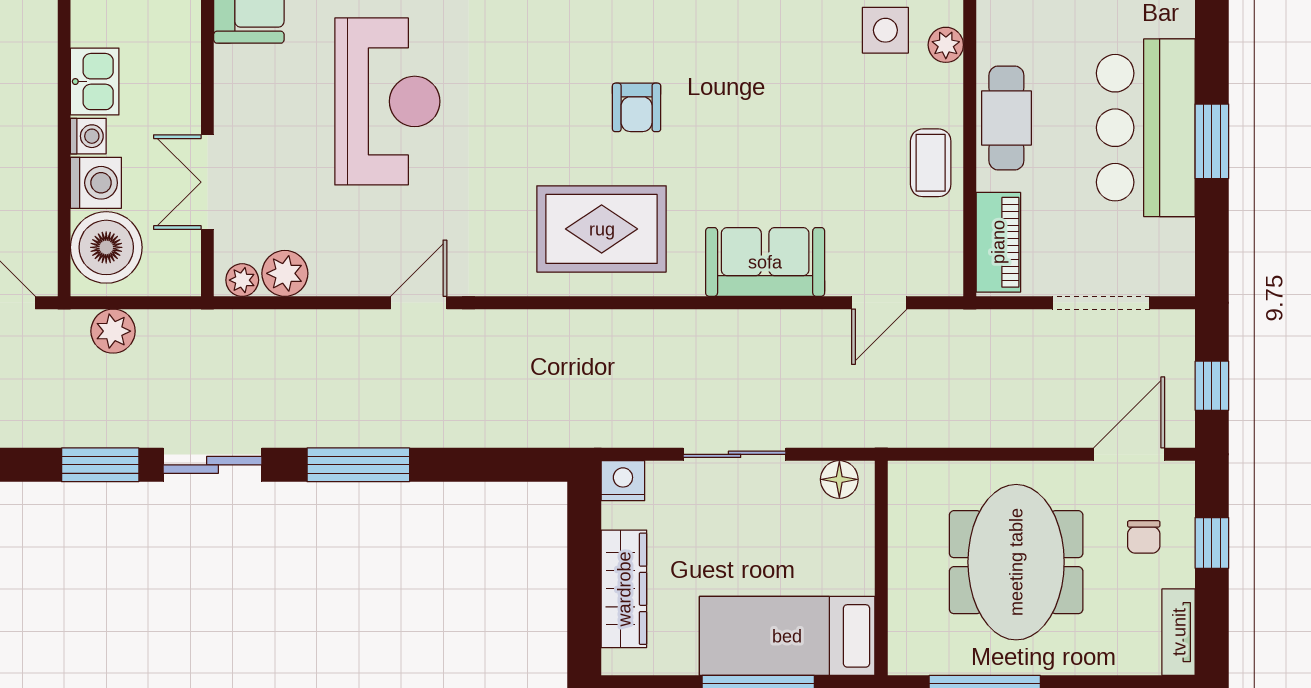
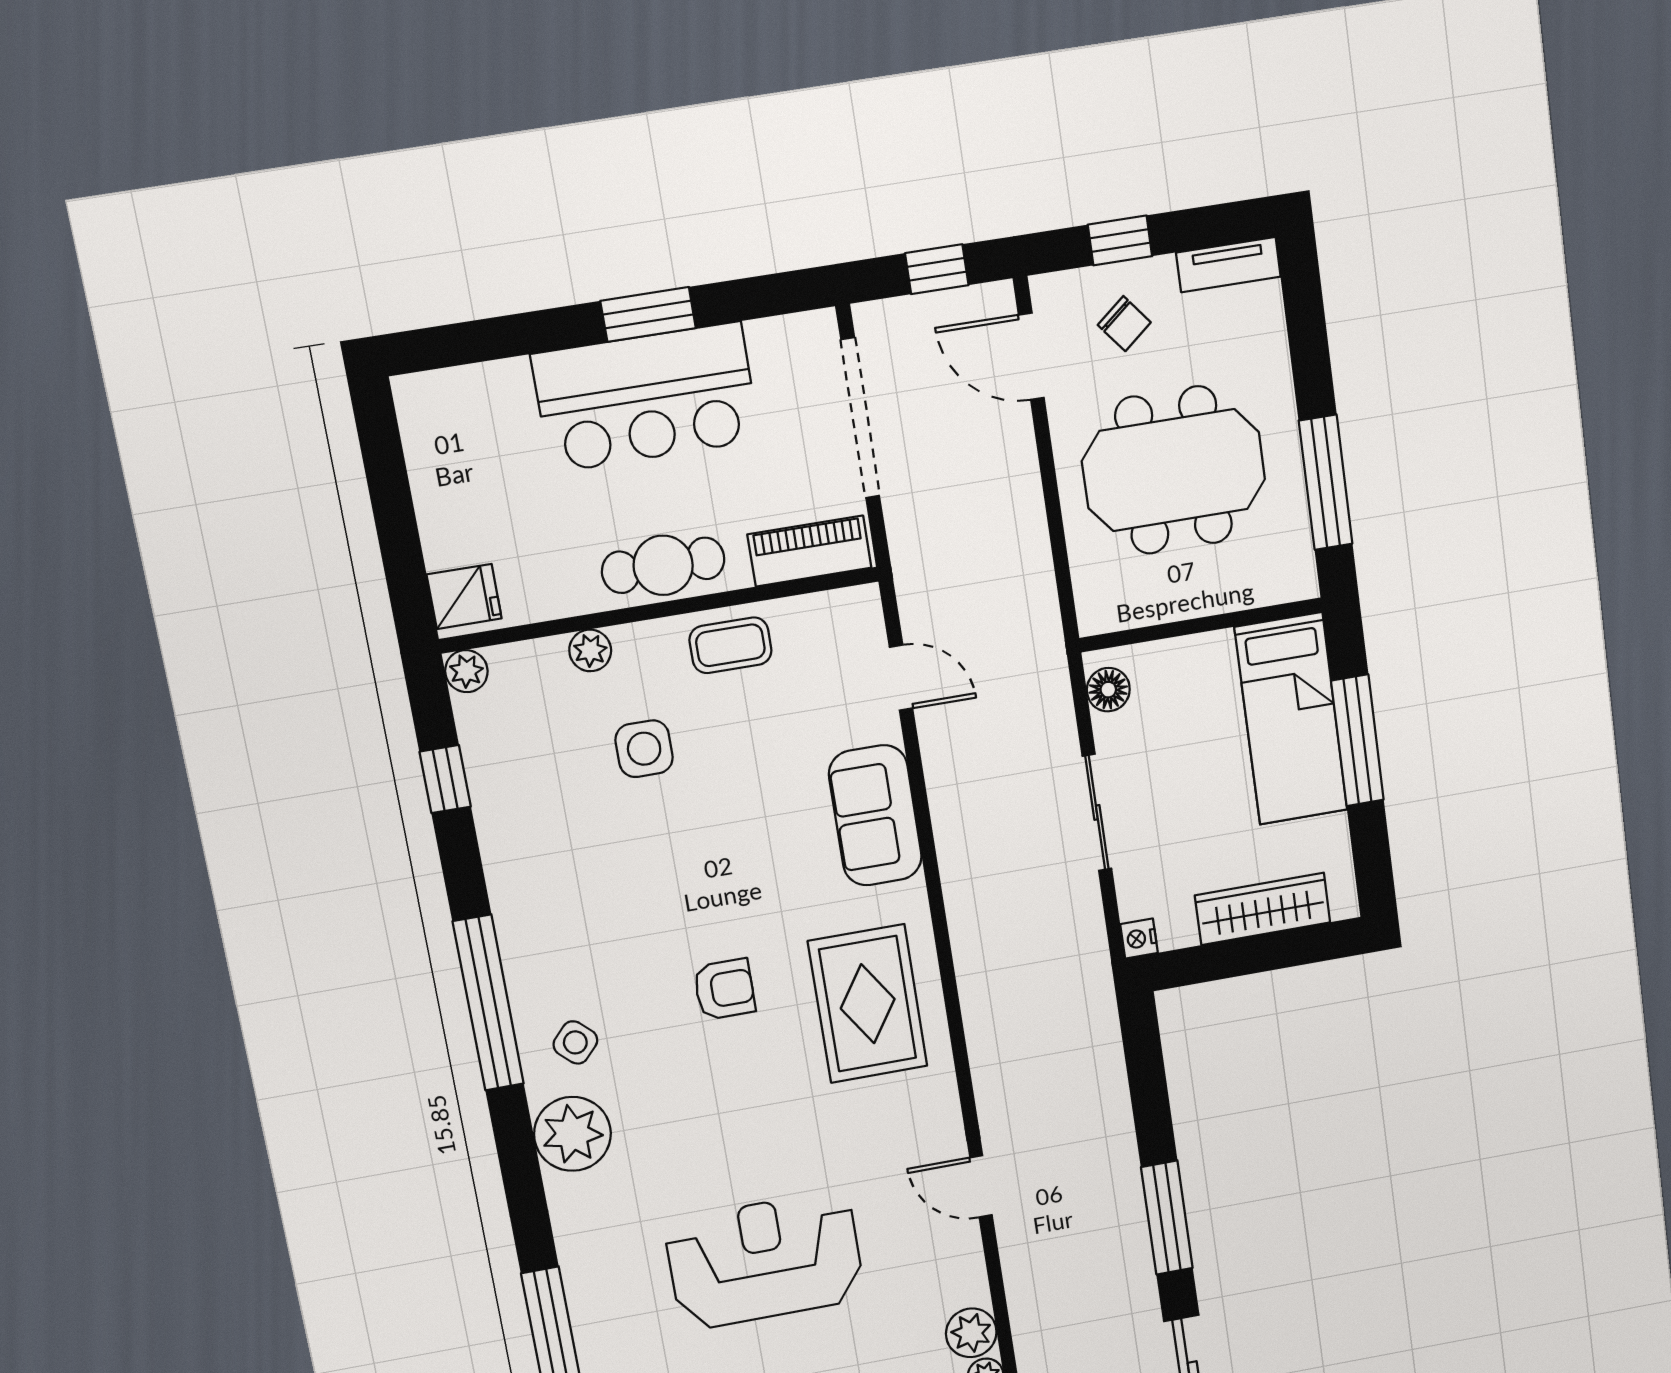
side table: (885, 30) -> (644, 749), moved
doorway: (1101, 303) -> (860, 418), width x1.36
nightstand: (623, 481) -> (1139, 939), width x0.72, depth x0.74
chair: (1144, 537) -> (1124, 324), turned 51

